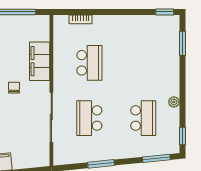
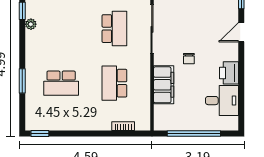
window: (182, 43) -> (22, 81), moved
plant: (174, 102) -> (31, 24), moved
school desk: (143, 118) -> (61, 83), moved, turned -90

